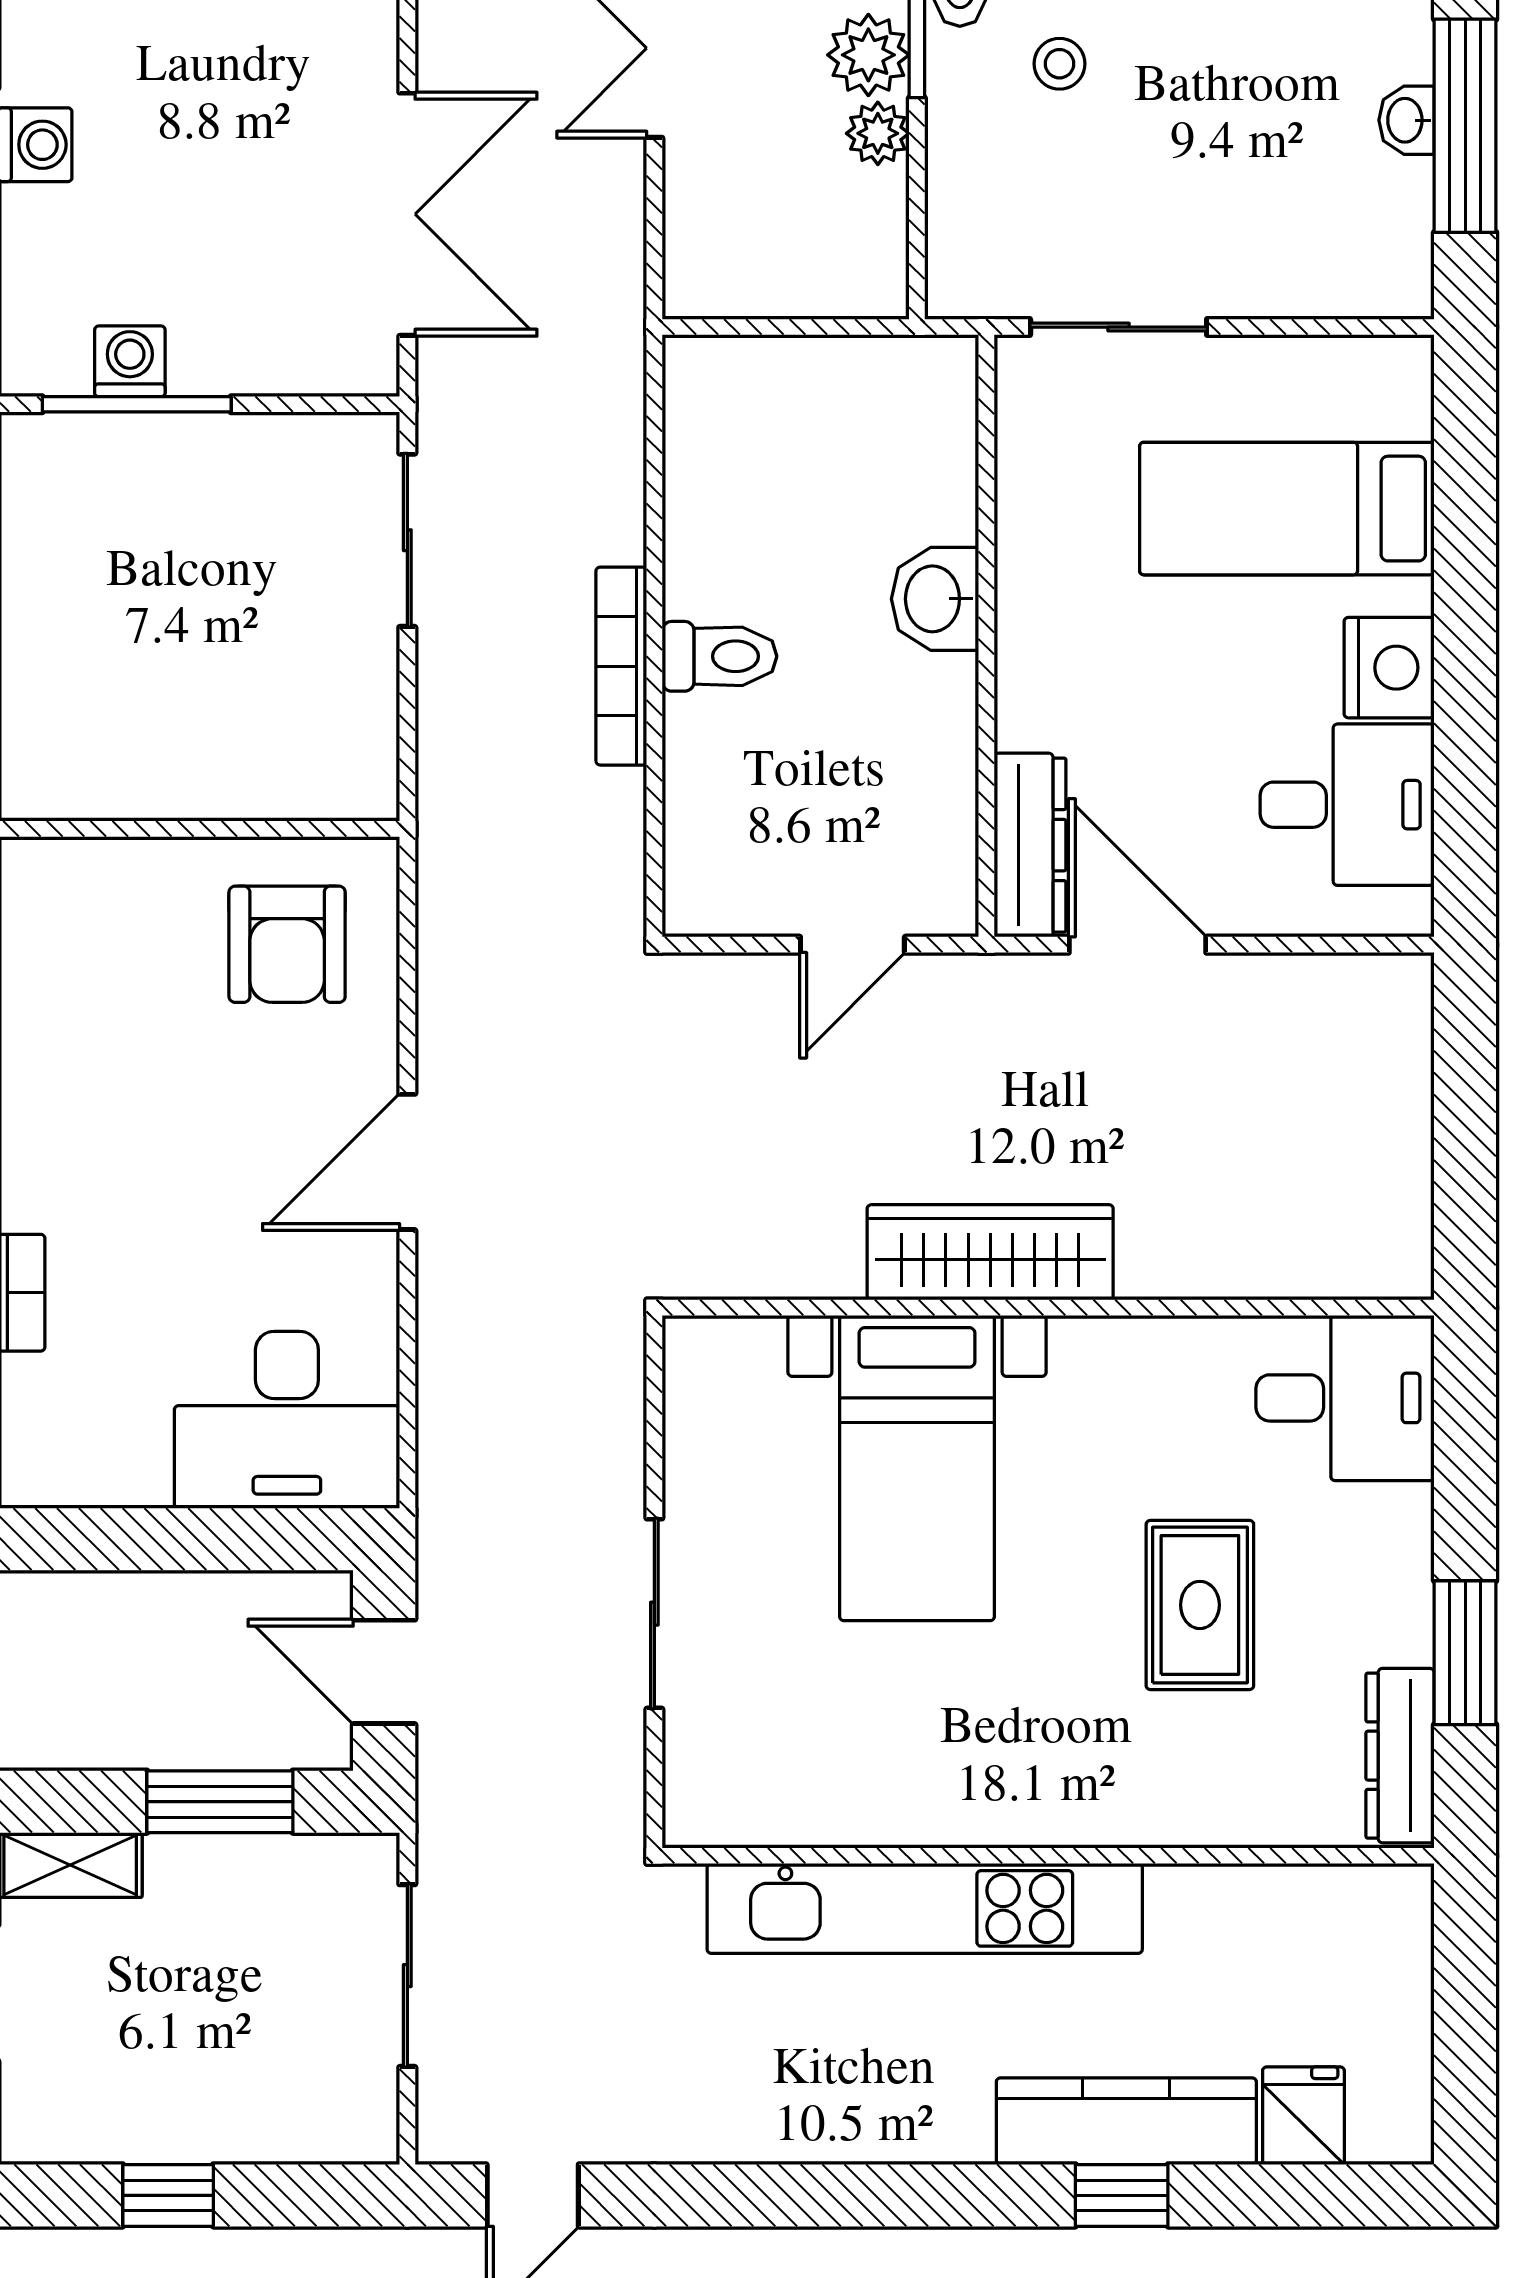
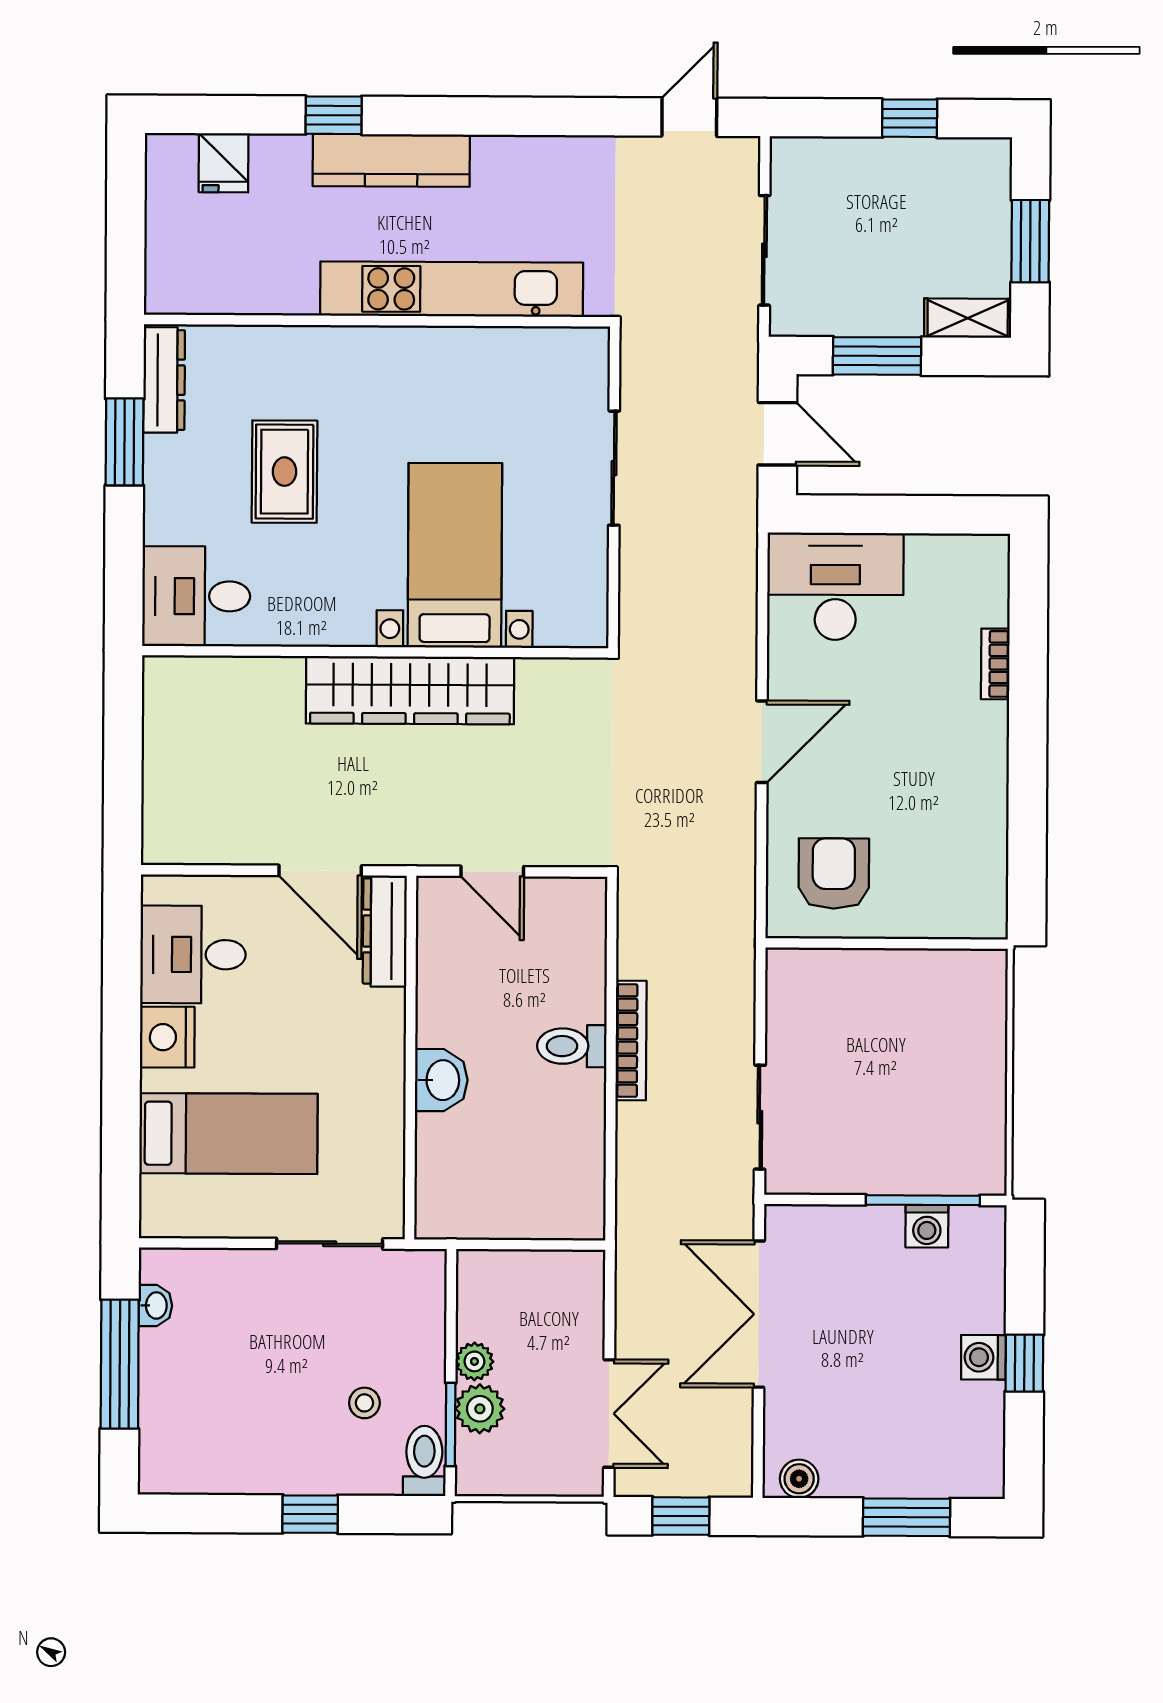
washbasin: (1407, 120) -> (155, 1305), moved
door: (852, 945) -> (492, 871), swing flipped
wardrobe: (990, 1252) -> (410, 690), width x1.40, depth x1.17
kitchen counter: (1126, 2121) -> (391, 160), moved

